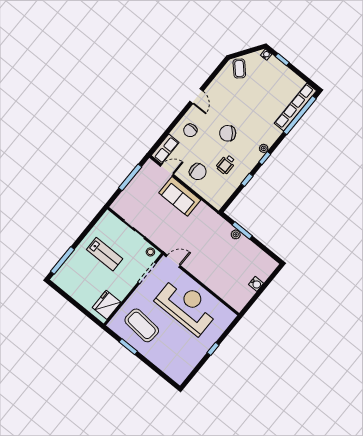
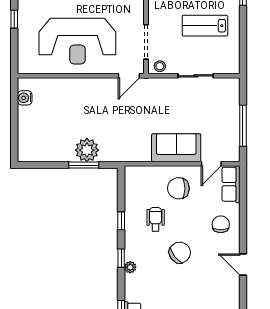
plant: (236, 234) -> (87, 150), width x1.88, depth x1.88
water cooler: (256, 284) -> (25, 98), moved

